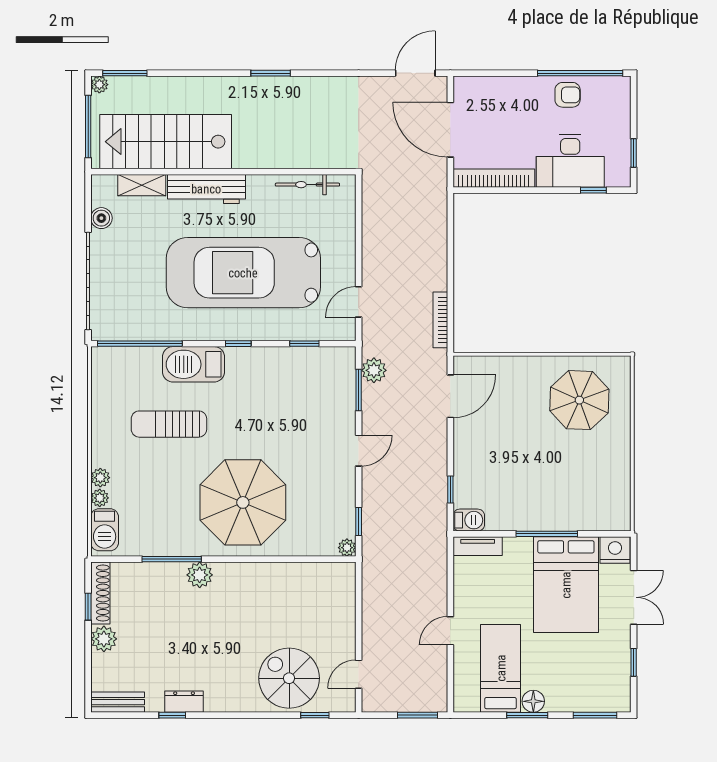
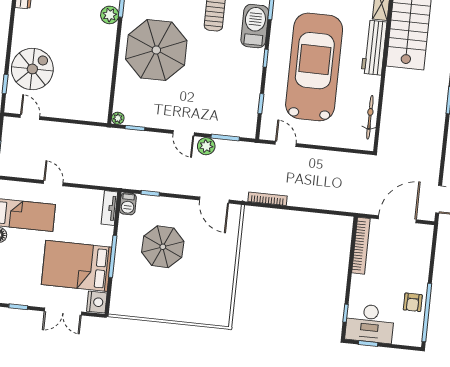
desk: (570, 161) -> (370, 323), moved, turned -90
plant: (374, 370) -> (206, 146), moved
parasol: (579, 400) -> (163, 247), moved

